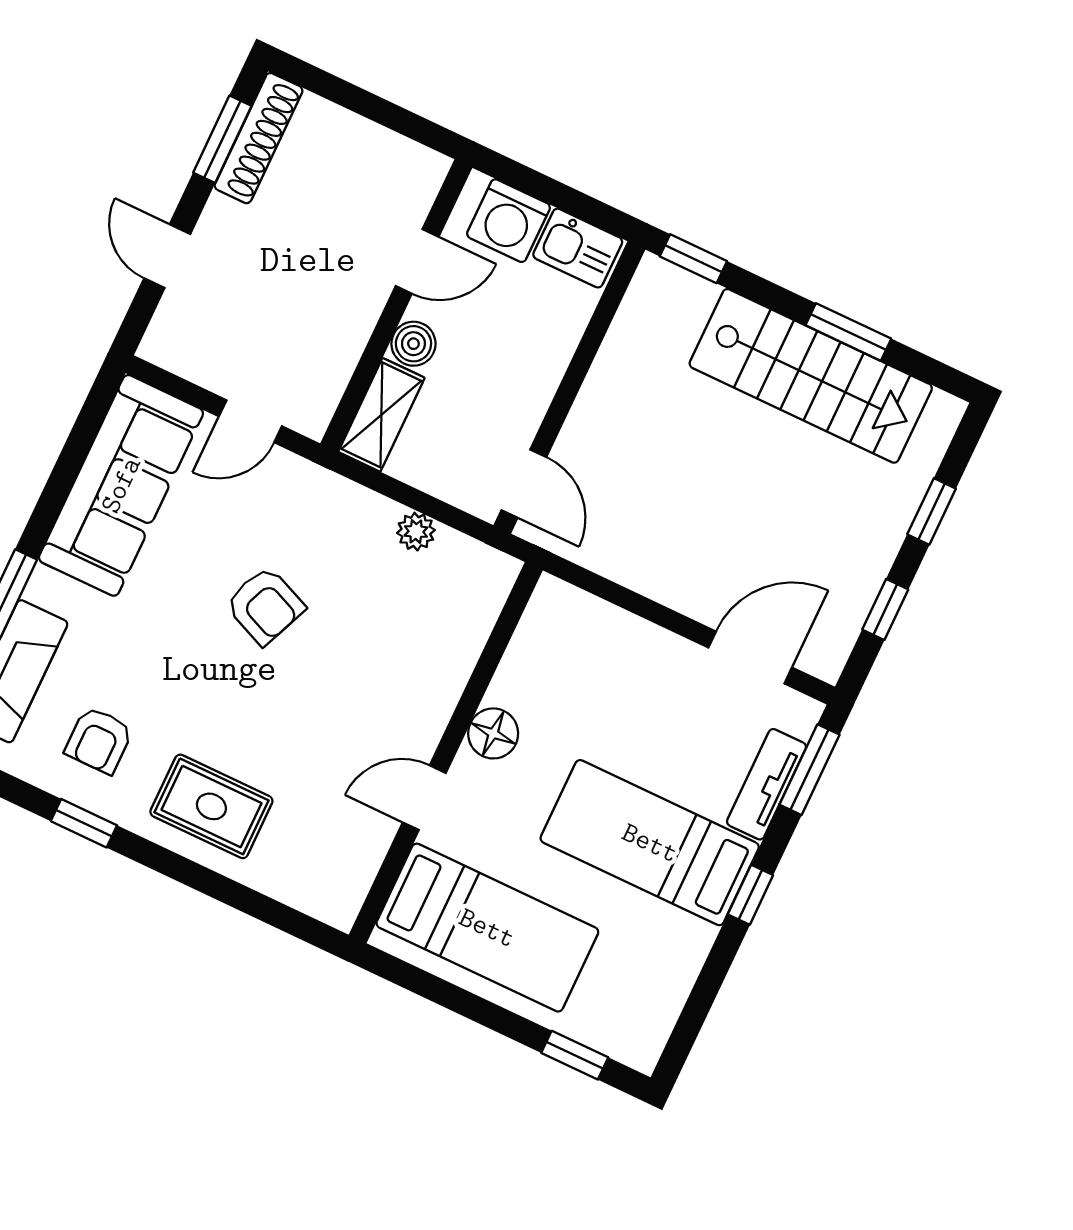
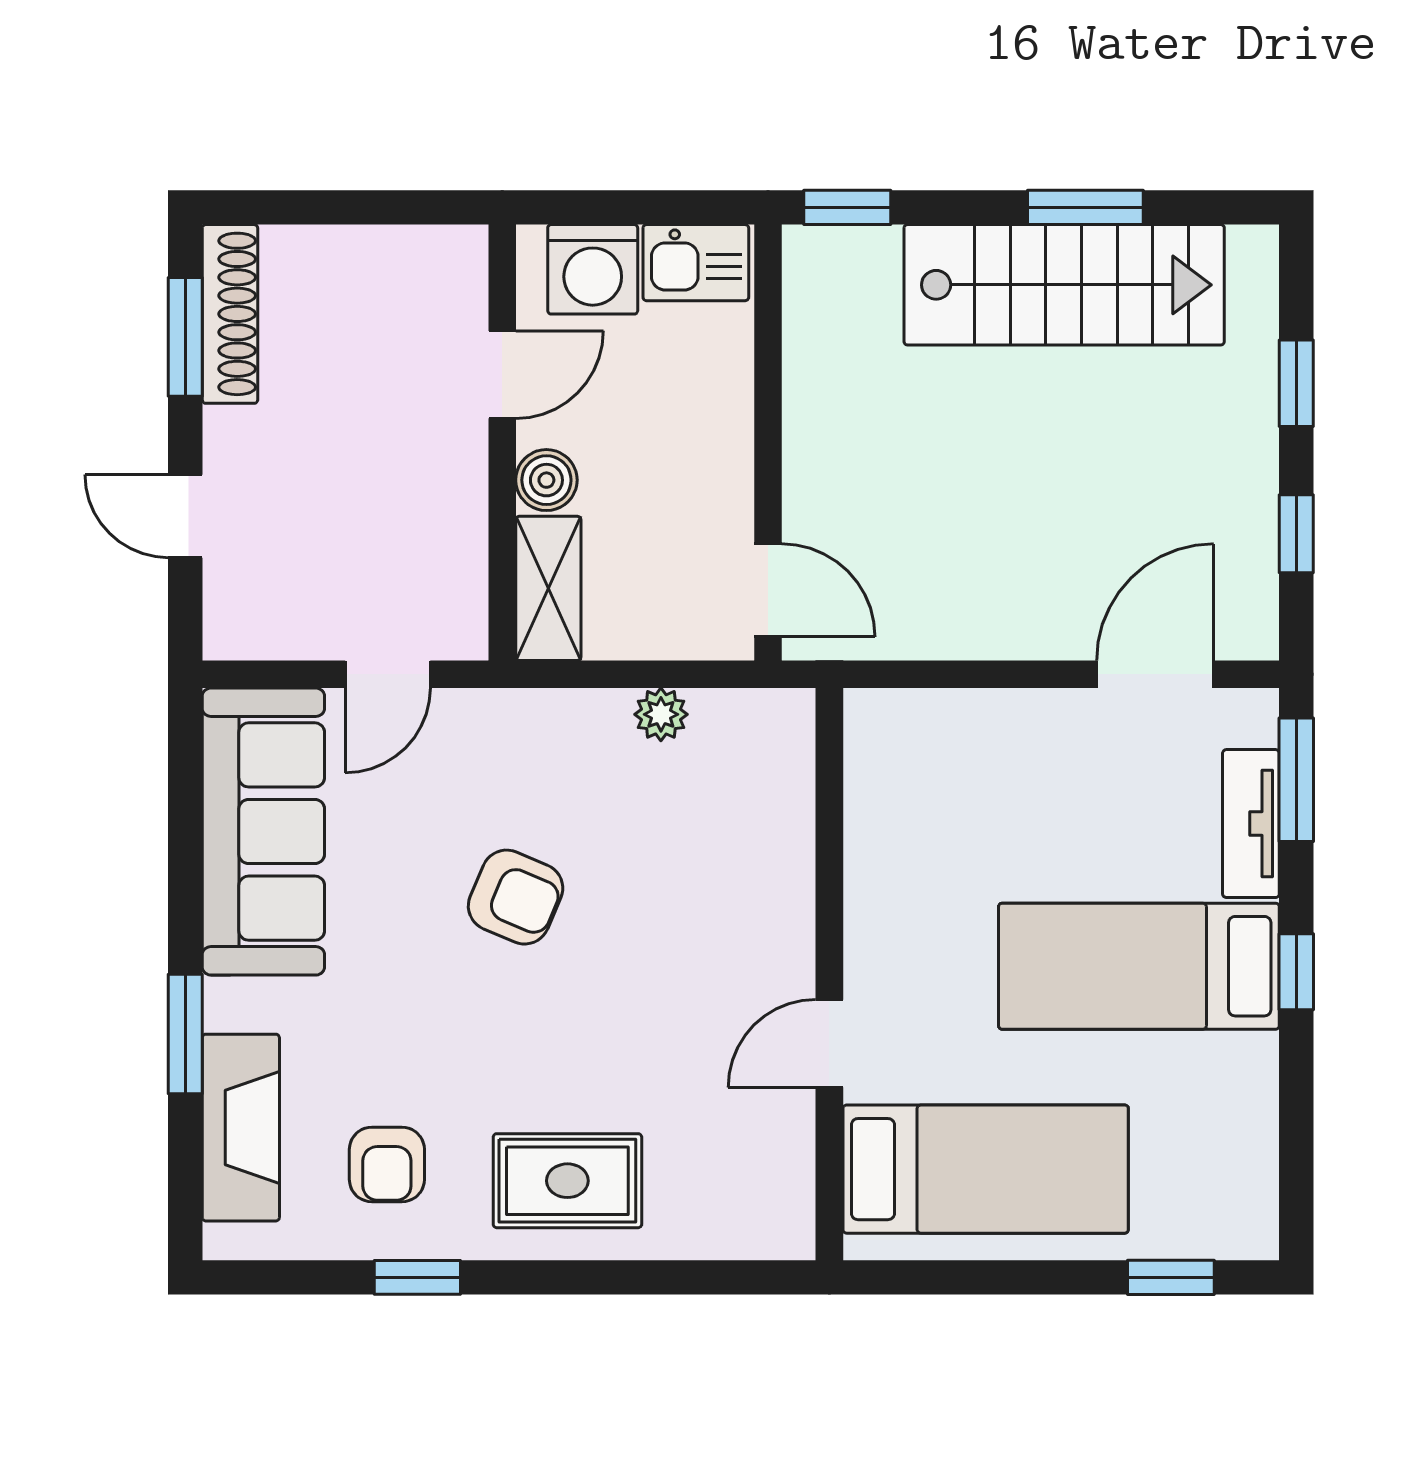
floor lamp: (493, 733) -> (878, 922), removed

